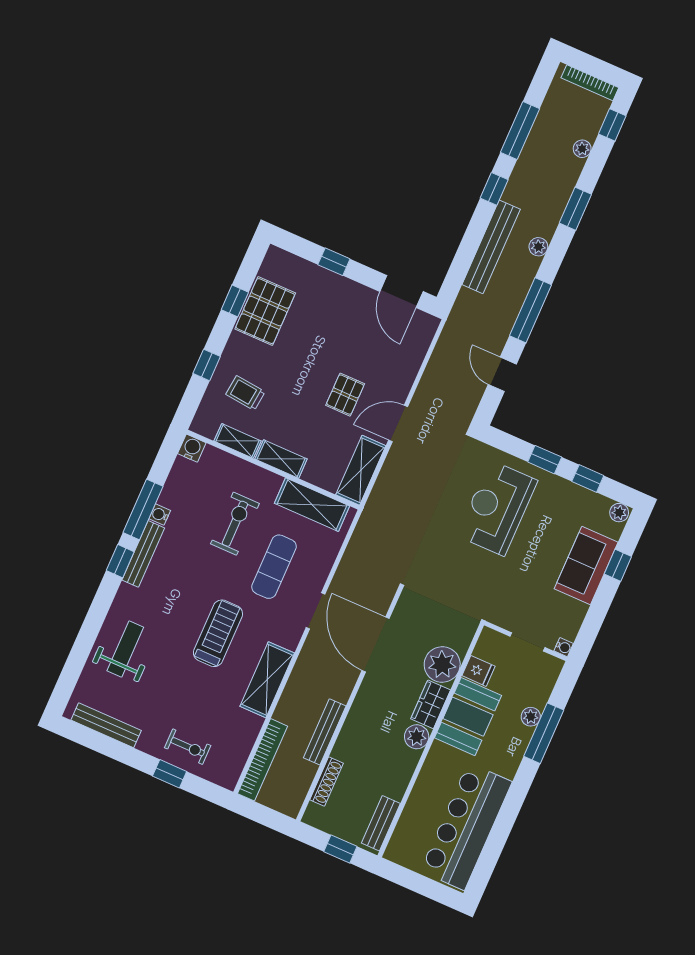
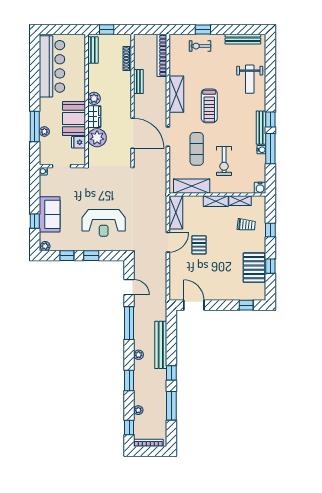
window: (334, 262) -> (246, 305), moved
reception desk: (497, 508) -> (104, 223), turned 90
bench: (325, 732) -> (138, 81), width x0.73

